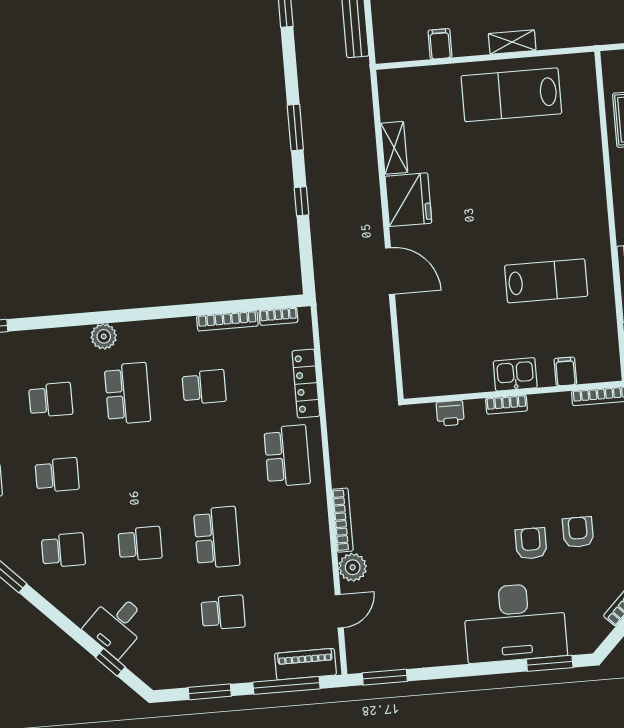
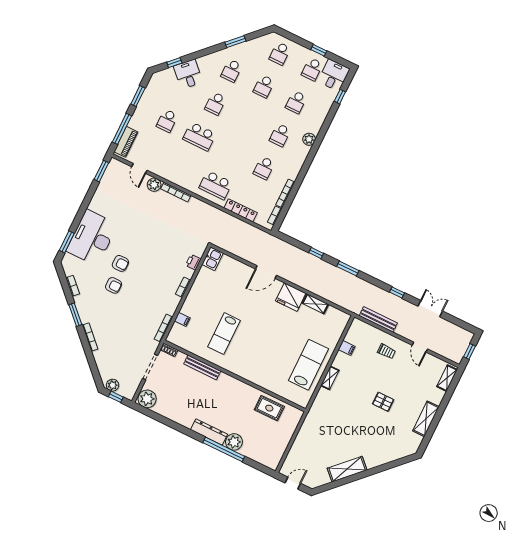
kitchen sink: (515, 374) -> (213, 259), moved
school desk: (127, 393) -> (280, 135), width x0.54

